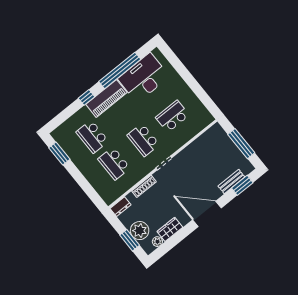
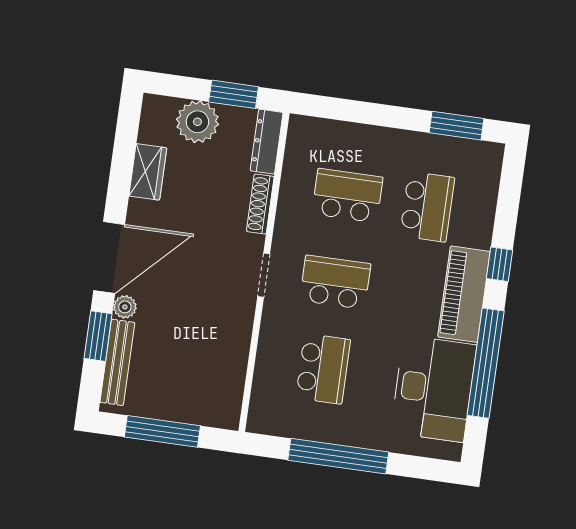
window: (193, 84) -> (338, 456), added
school desk: (92, 137) -> (427, 207), turned 90
bench: (231, 182) -> (117, 362), width x1.36
window: (242, 185) -> (98, 336), moved
dresser: (120, 207) -> (267, 142), width x1.44
window: (130, 240) -> (234, 94), moved
plant: (157, 242) -> (125, 307), moved

